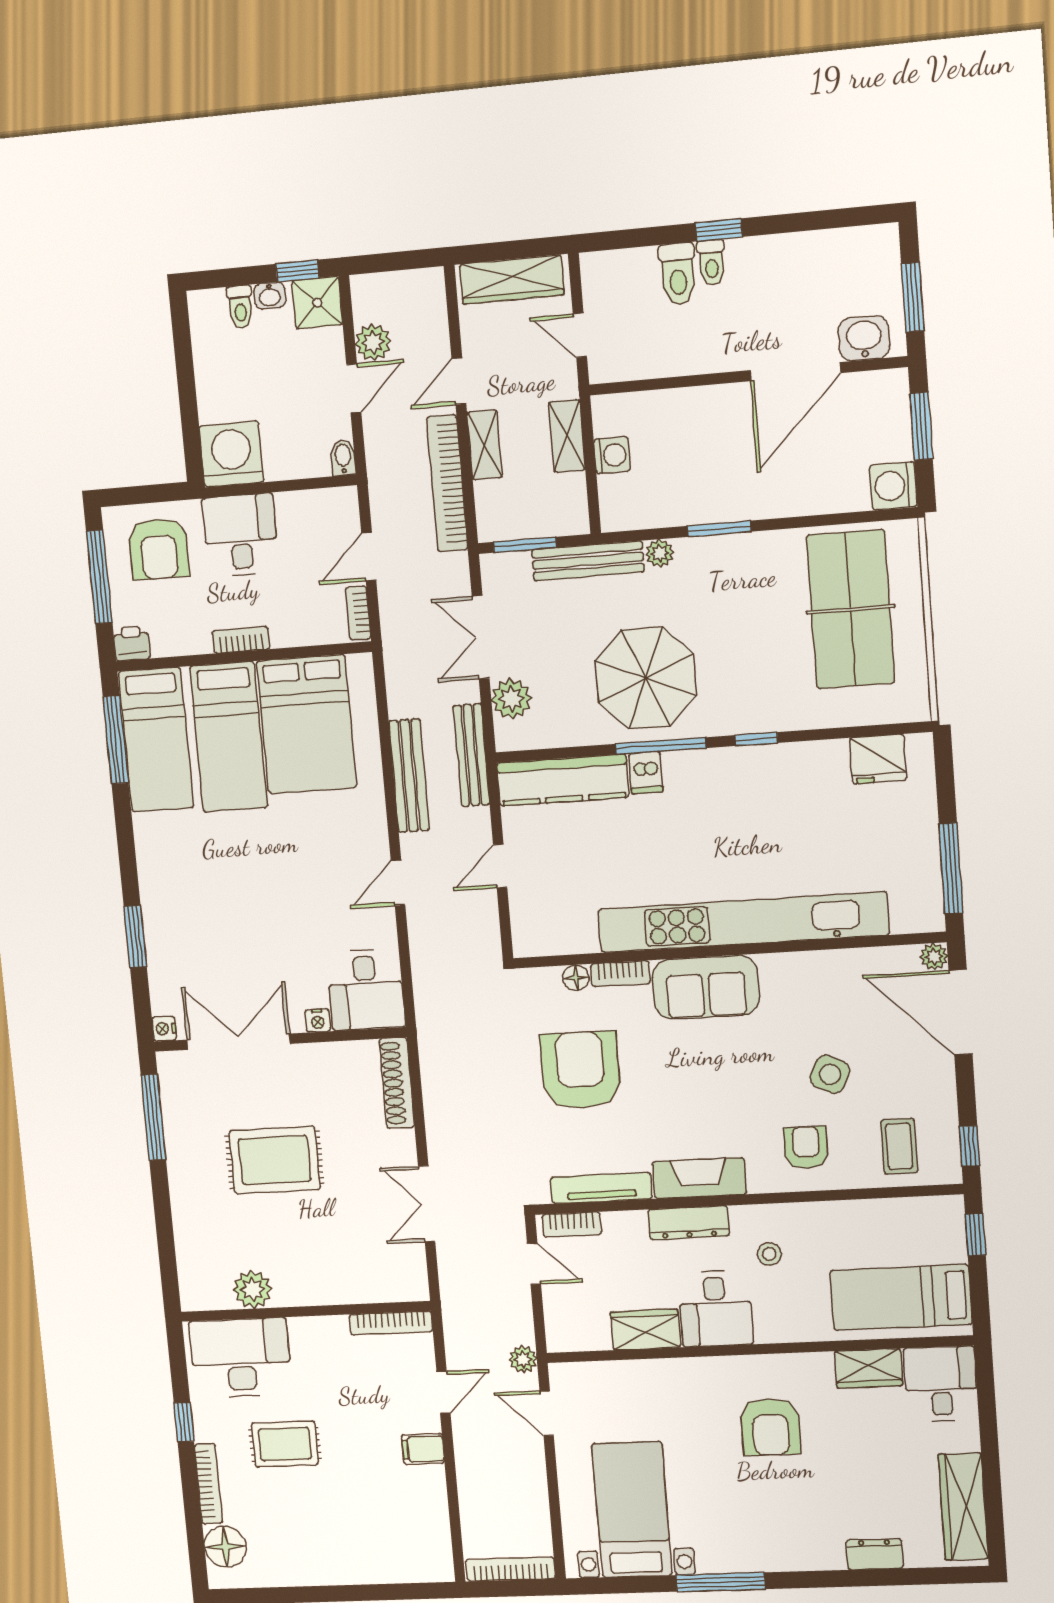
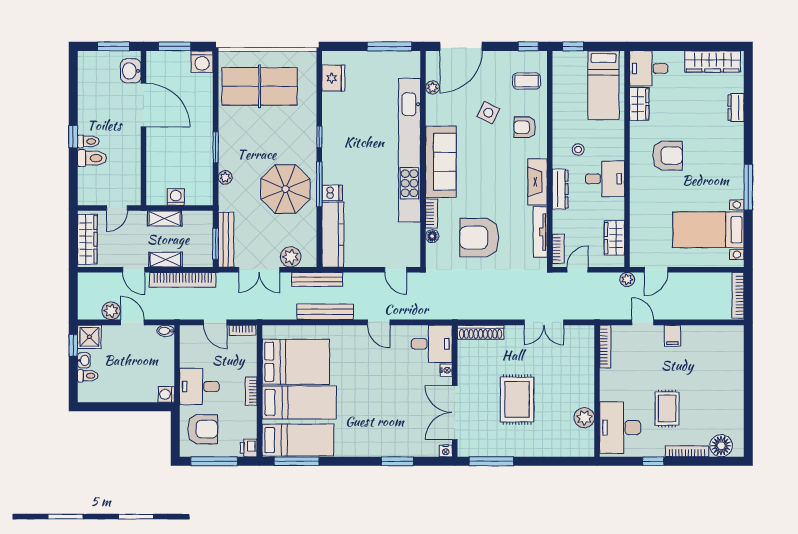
washing machine: (231, 454) -> (166, 394), width x0.53, depth x0.53
bench: (588, 561) -> (226, 240), moved
door: (500, 866) -> (396, 270), moved
plant: (934, 957) -> (432, 87), moved
sofa: (706, 987) -> (441, 162), width x1.36
wardrobe: (645, 1330) -> (614, 238), moved

